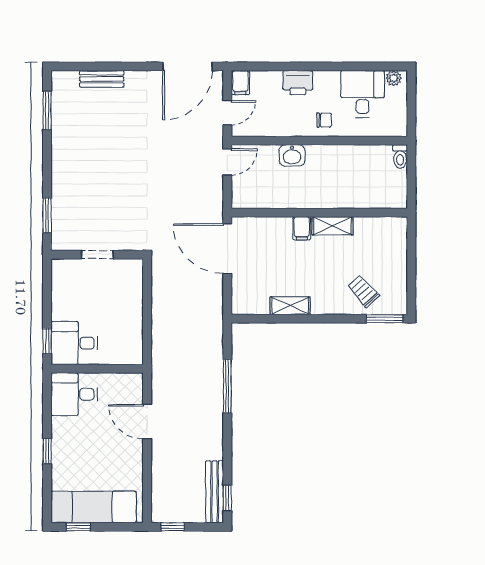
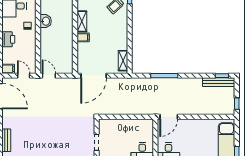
washbasin: (292, 155) -> (46, 21), moved
shelving: (290, 306) -> (123, 61), moved
door: (147, 422) -> (169, 117), moved

